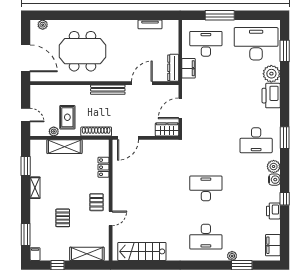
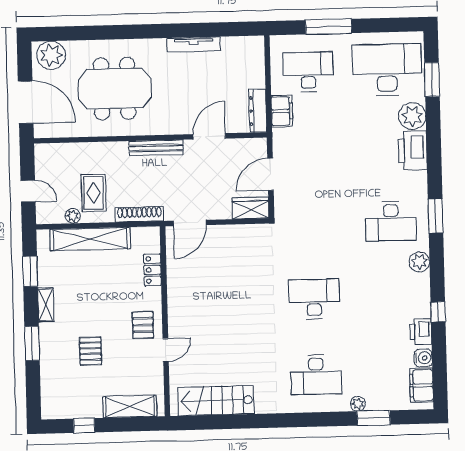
tv unit: (150, 24) -> (194, 44), moved, width x1.41
plant: (43, 25) -> (51, 55), width x1.87, depth x1.87
shelving: (64, 147) -> (90, 239), width x1.47
water cooler: (274, 180) -> (423, 358), moved
window: (26, 234) -> (32, 343), moved
filing cabinet: (35, 254) -> (49, 409), removed

